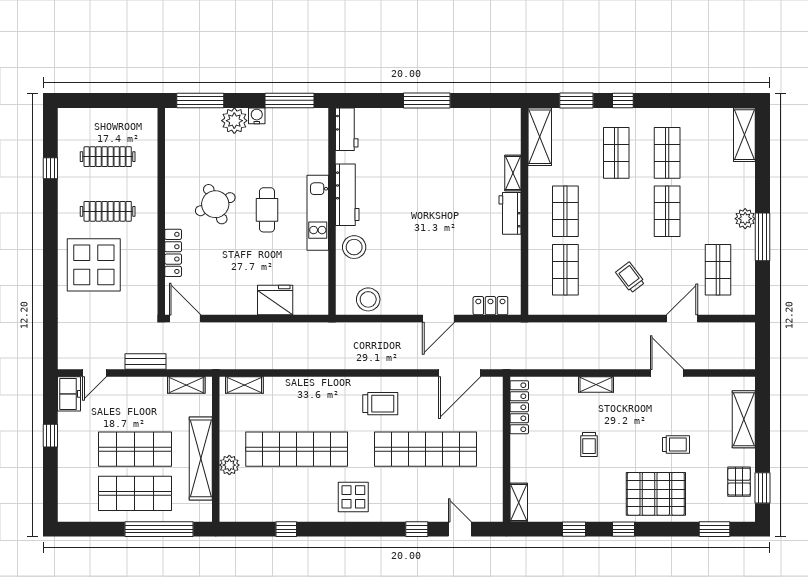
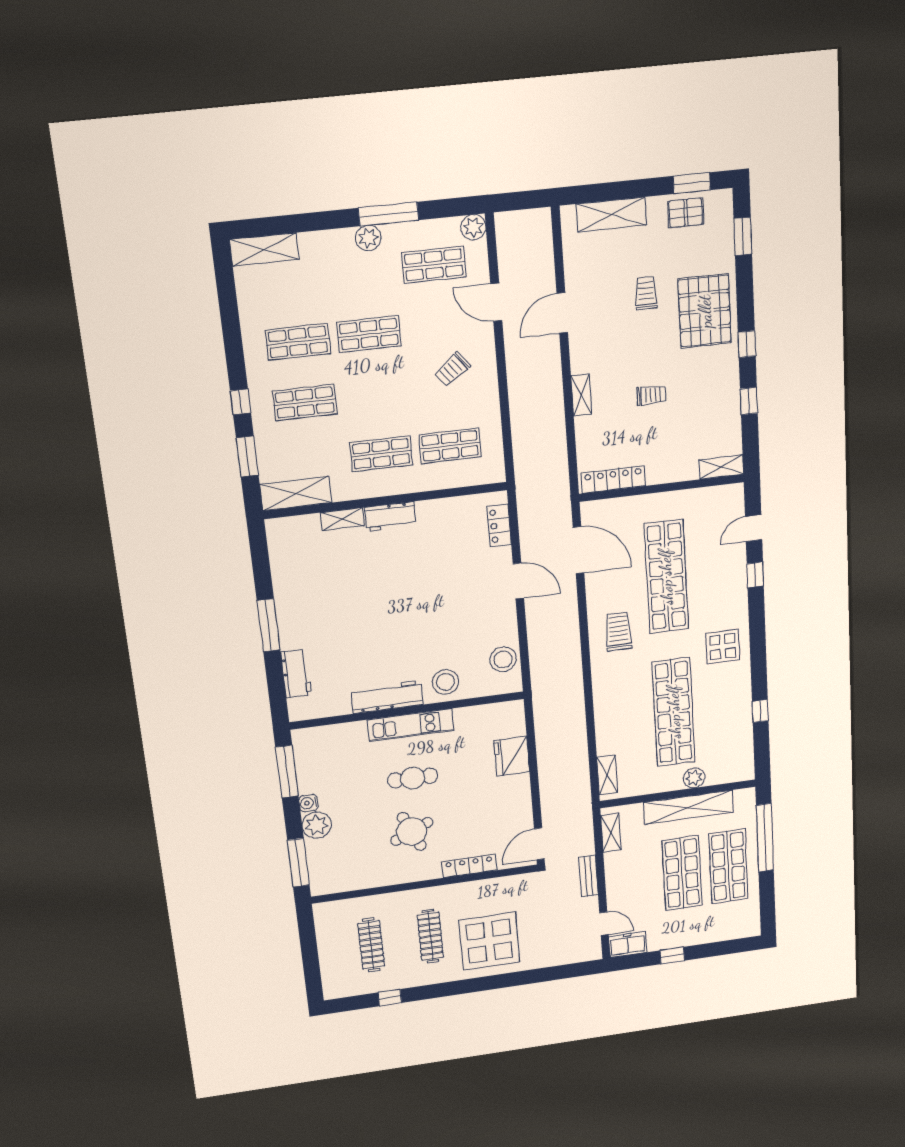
workbench: (347, 129) -> (296, 674), moved, turned 90
plant: (745, 305) -> (473, 227), added

